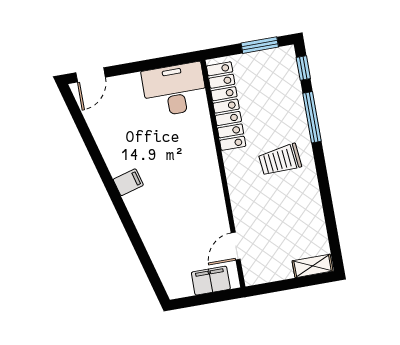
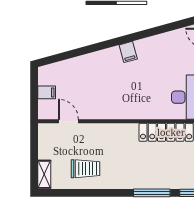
trolley: (280, 160) -> (86, 169), moved, turned 96
filing cabinet: (211, 281) -> (47, 92), width x0.50

